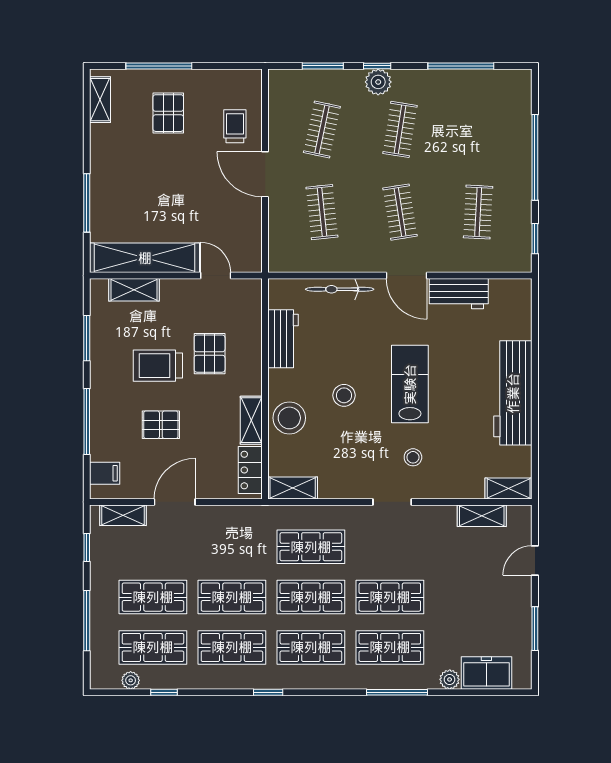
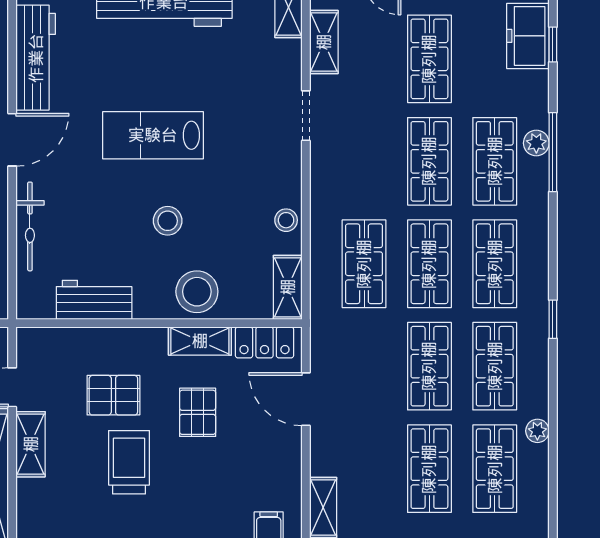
shelving: (134, 290) -> (31, 444), moved
workbench: (459, 294) -> (36, 58), width x1.38
trolley: (158, 366) -> (129, 462), turned 180
pallet: (161, 425) -> (198, 412), moved
stool: (413, 457) -> (286, 220), moved
door: (175, 502) -> (306, 399), moved
doorway: (392, 502) -> (306, 116), moved
shop shelf: (469, 597) -> (429, 59), added
plant: (450, 679) -> (536, 143), moved
plant: (131, 680) -> (537, 431), moved
window: (164, 692) -> (553, 45), moved

